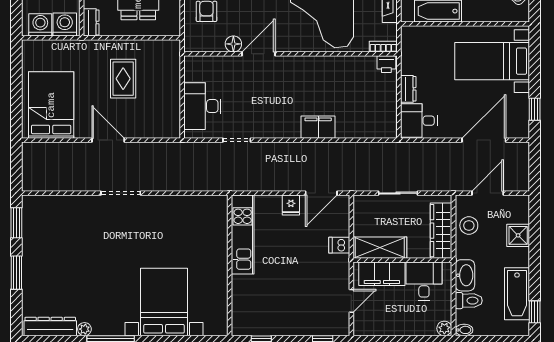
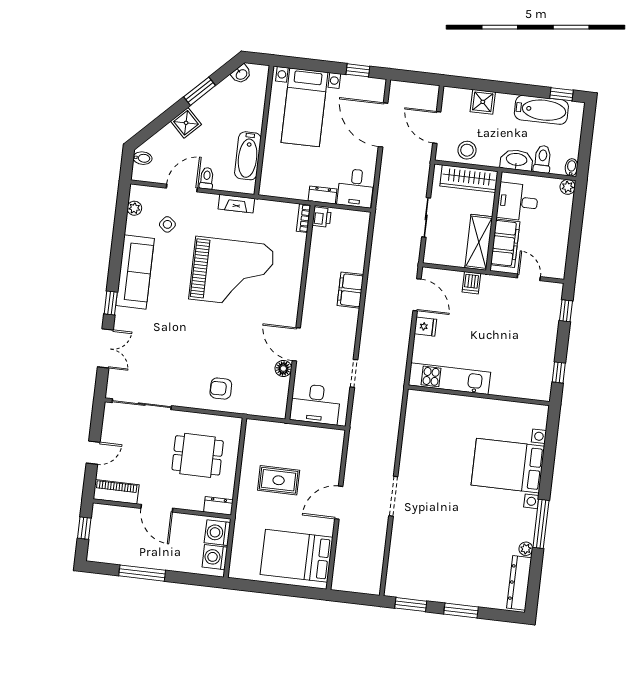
floor lamp: (233, 44) -> (283, 369), moved
bookcase: (383, 47) -> (304, 218), moved
door: (259, 54) -> (296, 344), moved
wall: (290, 54) -> (300, 312), moved
printer: (386, 64) -> (322, 217), moved

